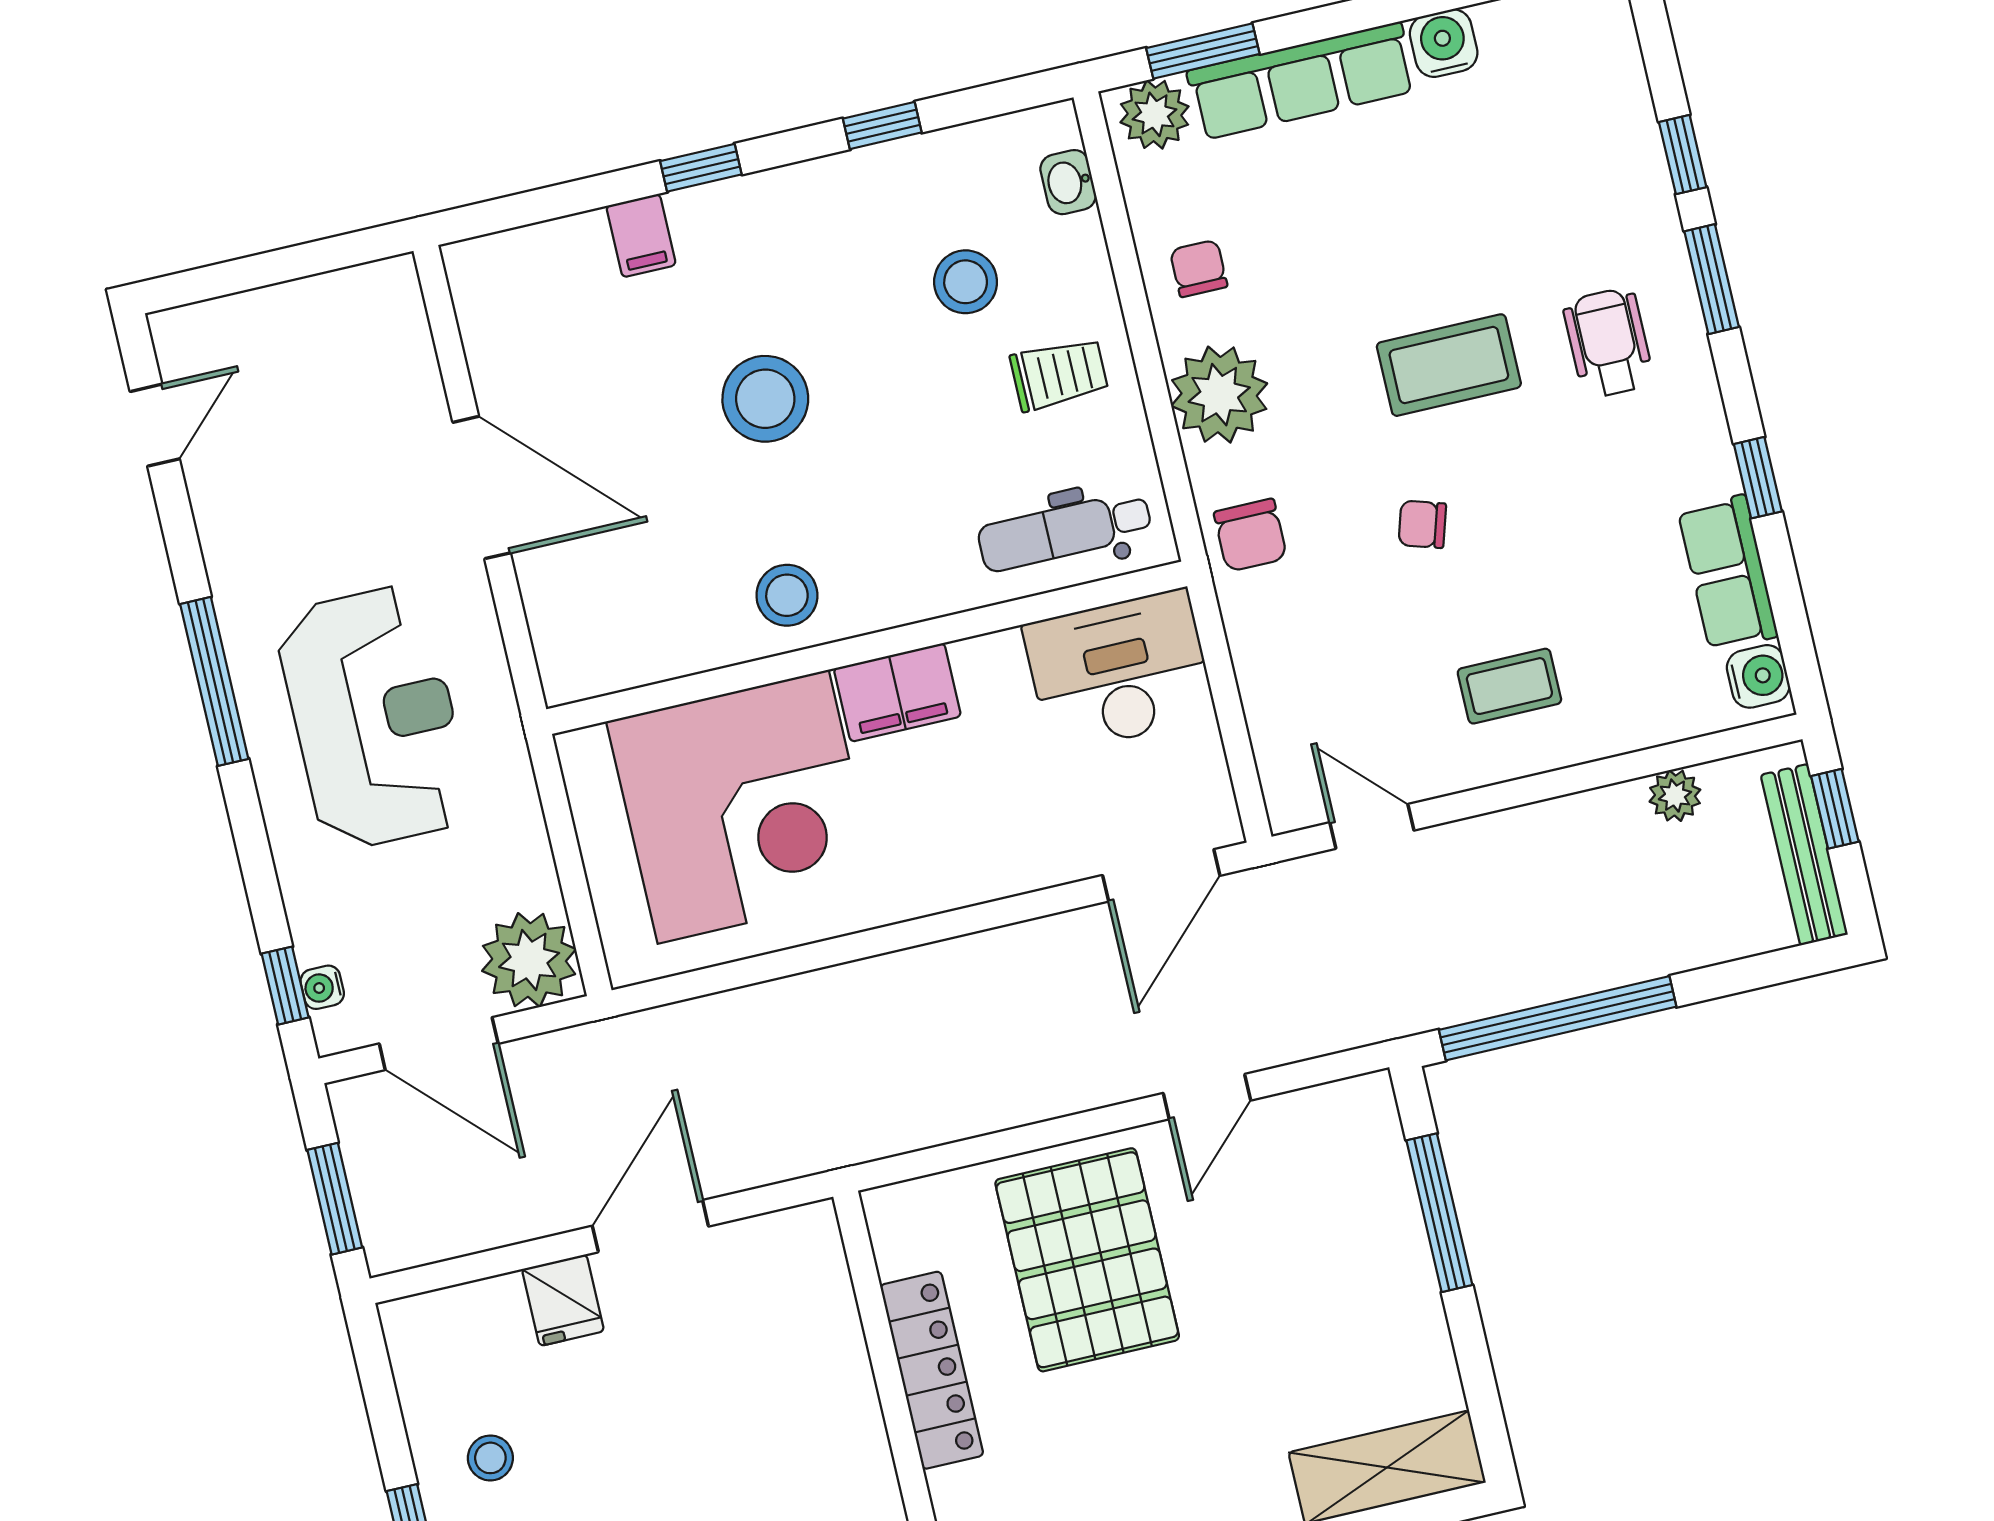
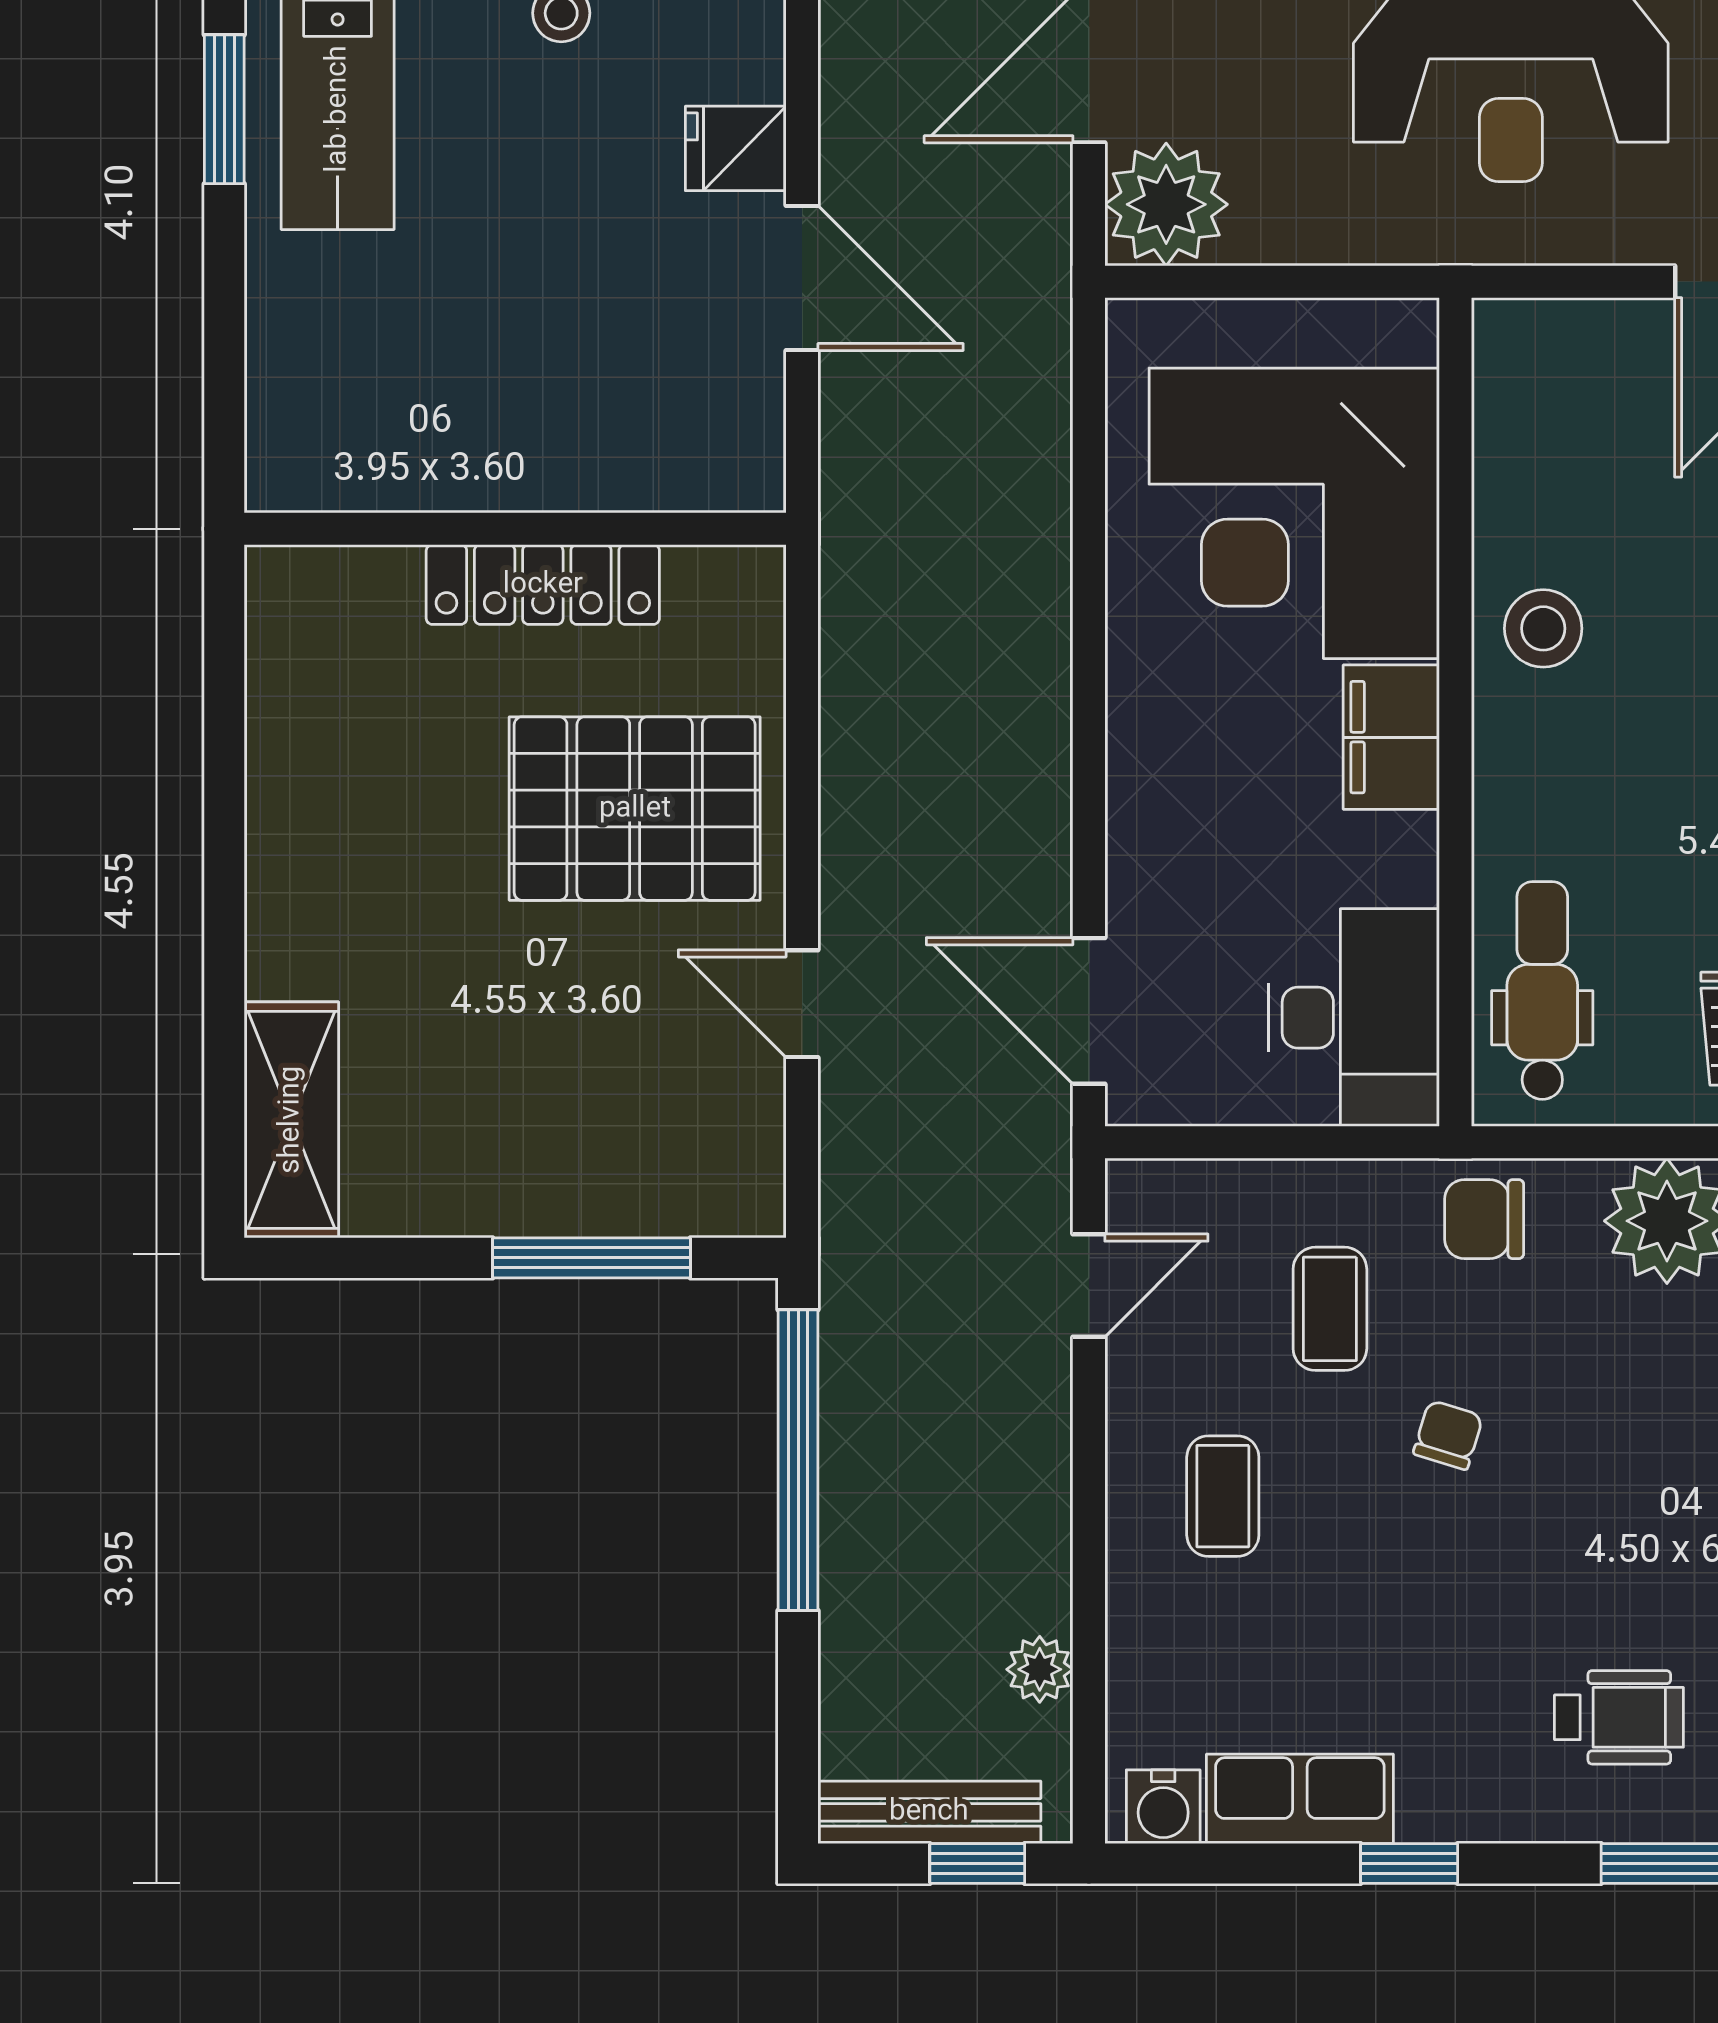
coffee table: (1449, 365) -> (1330, 1309), moved, width x0.73, depth x0.77

